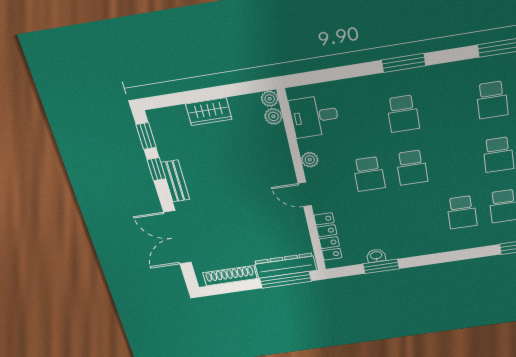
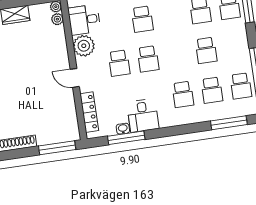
plant: (310, 160) -> (84, 46), width x1.87, depth x1.87
desk: (404, 239) -> (143, 115), added
dresser: (285, 266) -> (58, 136), removed
window: (381, 266) -> (126, 138), width x1.44

